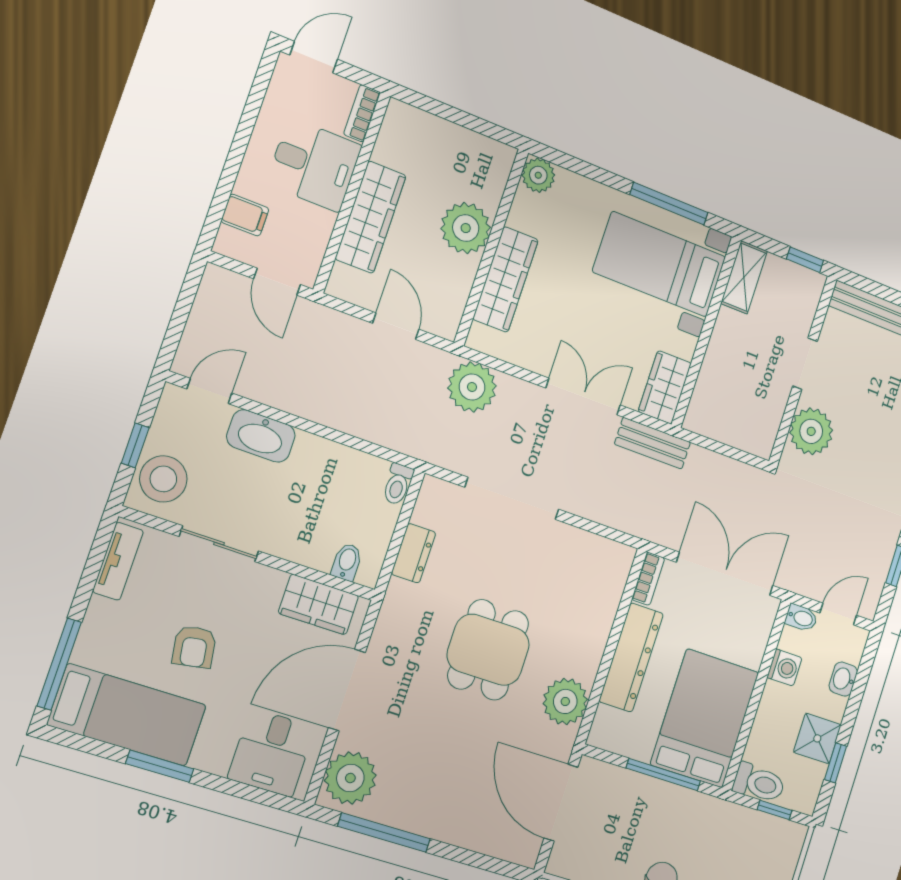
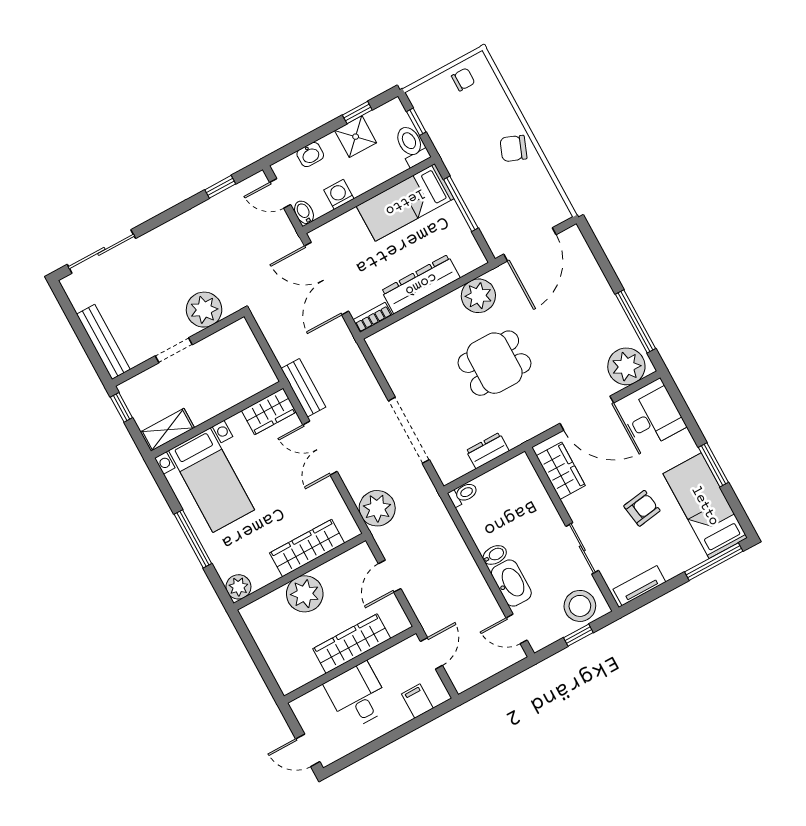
bookcase: (362, 113) -> (308, 700), removed
window: (669, 204) -> (193, 539), moved
bidet: (347, 562) -> (495, 555), moved, turned 180
bed: (705, 718) -> (405, 202), width x0.67

